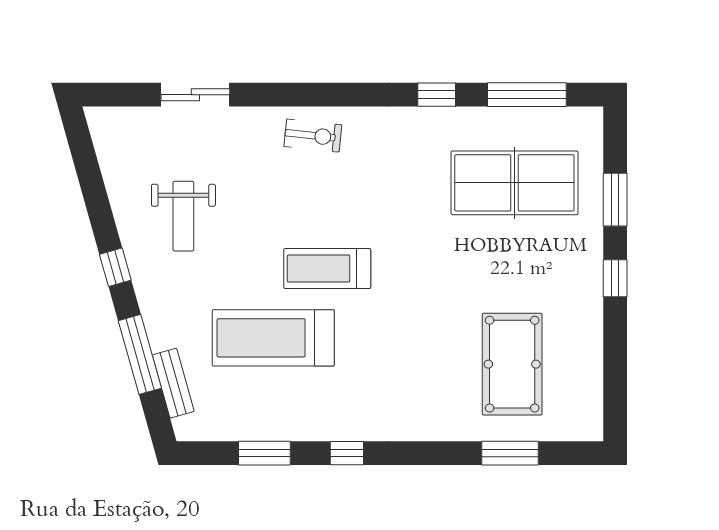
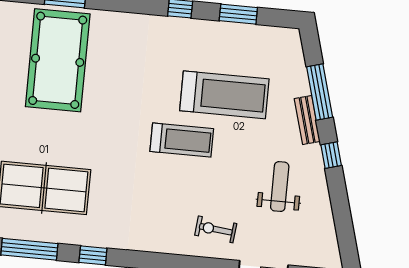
exercise bike: (313, 136) -> (216, 229), moved
pool table: (512, 364) -> (58, 60), width x1.36, depth x1.32
bench: (173, 383) -> (307, 120), moved

